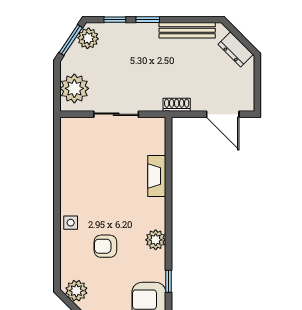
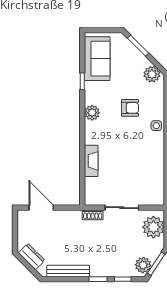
shoe rack: (177, 105) -> (93, 215), moved

